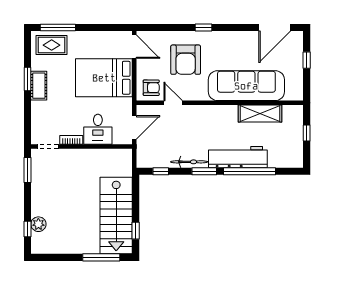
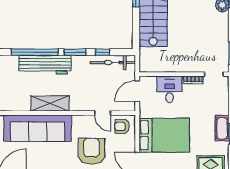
shelving: (260, 113) -> (50, 104), moved
bicycle: (189, 162) -> (113, 63), moved, width x1.37, depth x1.40
window: (161, 171) -> (103, 52), moved

